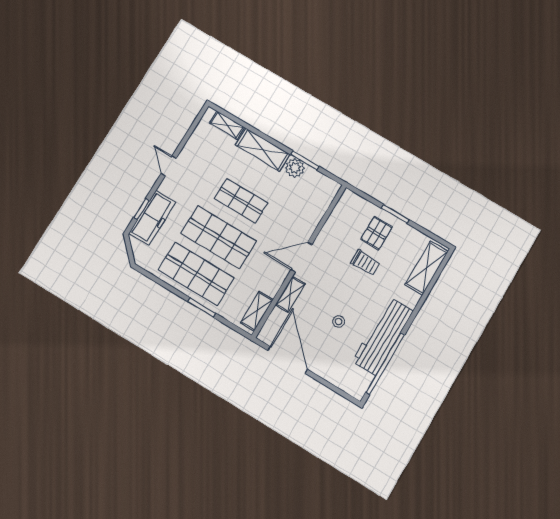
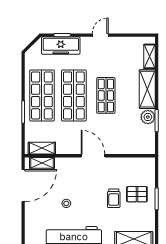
shelving: (290, 294) -> (42, 163), moved

